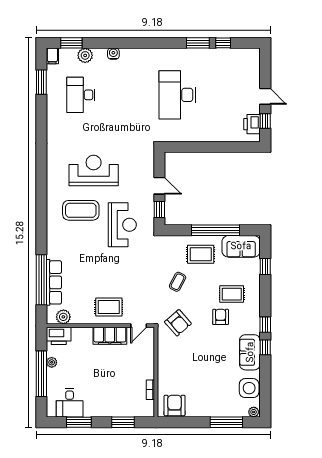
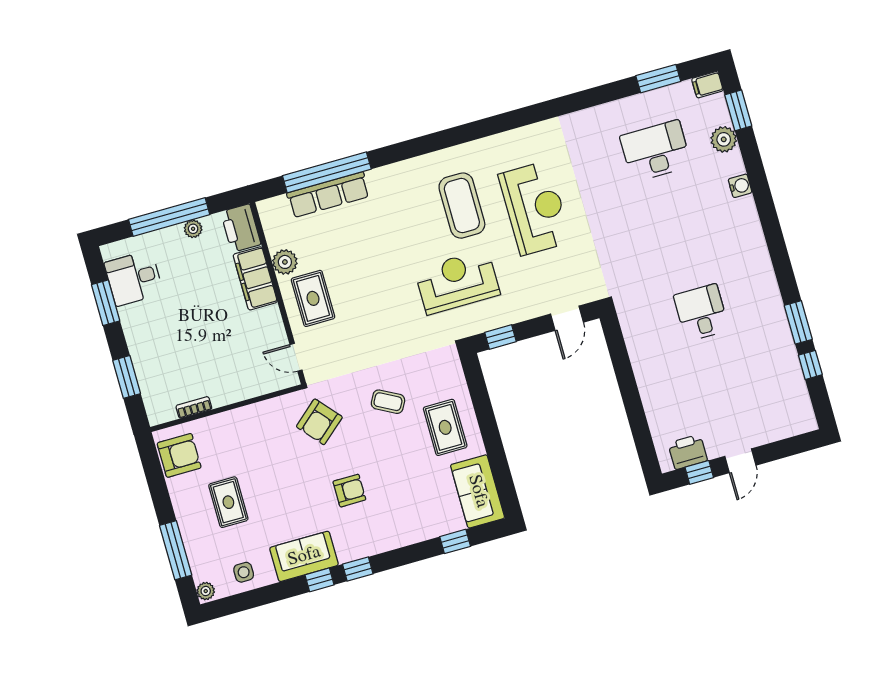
desk: (177, 95) -> (701, 313), width x0.53, depth x0.77
door: (159, 186) -> (567, 318), moved
reception desk: (122, 225) -> (457, 282), turned 180
window: (216, 230) -> (492, 441), removed
rug: (232, 294) -> (228, 502), moved
plant: (63, 317) -> (285, 262), moved
filing cabinet: (110, 336) -> (255, 278), moved
side table: (249, 388) -> (244, 572), width x0.54, depth x0.54

